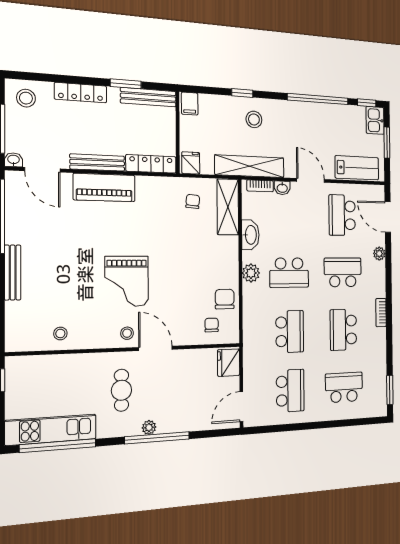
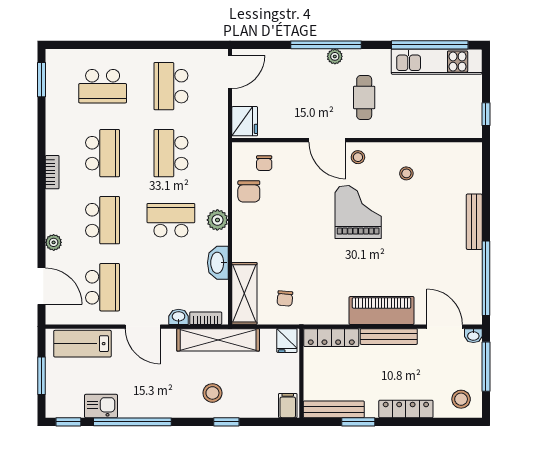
kitchen sink: (375, 120) -> (101, 406), moved, turned -90
school desk: (343, 272) -> (103, 220), turned -90
stool: (60, 333) -> (406, 173), moved

